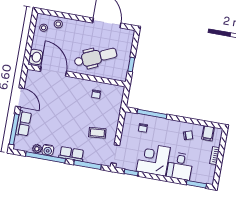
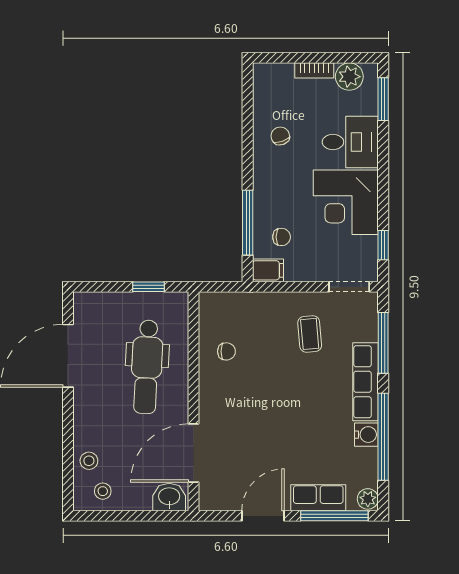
dental chair: (96, 57) -> (147, 367), turned -153
filing cabinet: (208, 133) -> (268, 270), moved
plant: (37, 149) -> (368, 499), moved
row of seats: (72, 154) -> (366, 382), width x1.48
plant: (209, 171) -> (349, 77), added

